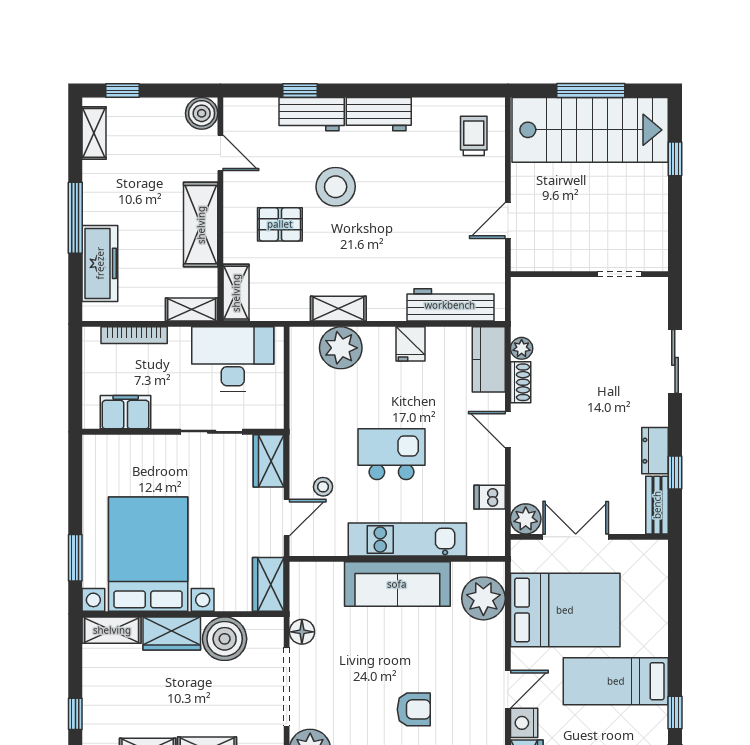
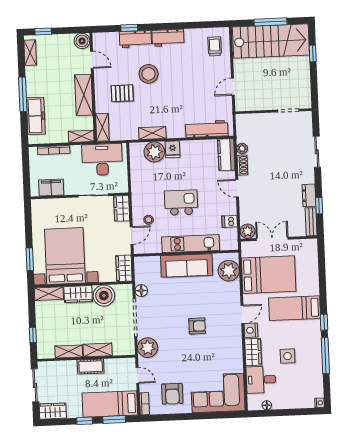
fridge: (410, 344) -> (173, 149), moved

